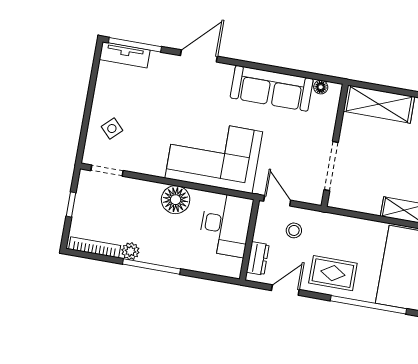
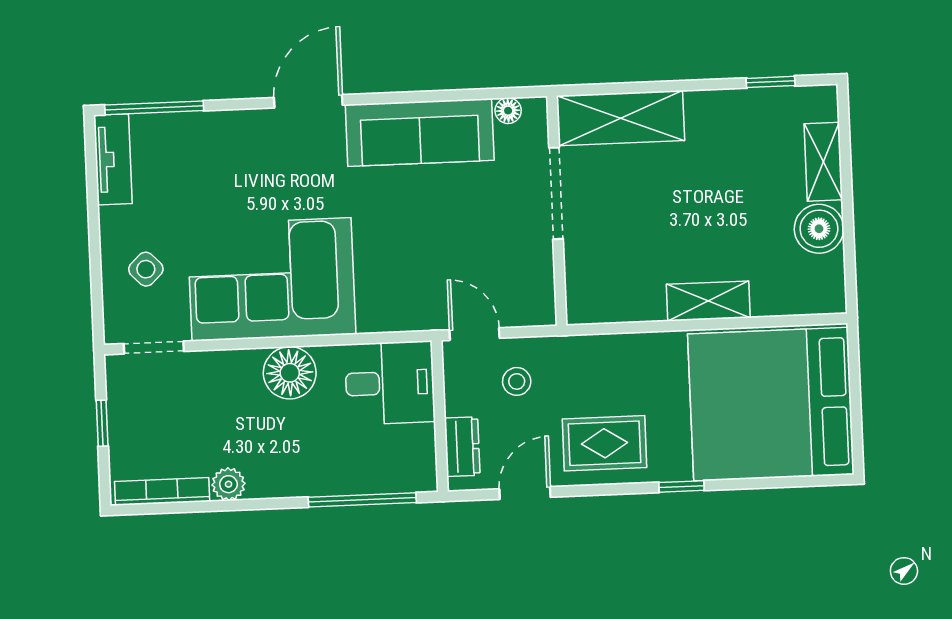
tv unit: (125, 55) -> (113, 159), moved, turned -90
door: (199, 56) -> (308, 101), moved
corner sofa: (214, 155) -> (271, 279), moved
doorway: (331, 166) -> (556, 193), moved
desk: (226, 225) -> (390, 383), width x0.73
window: (152, 266) -> (362, 500), moved
window: (368, 305) -> (682, 486), width x0.32

